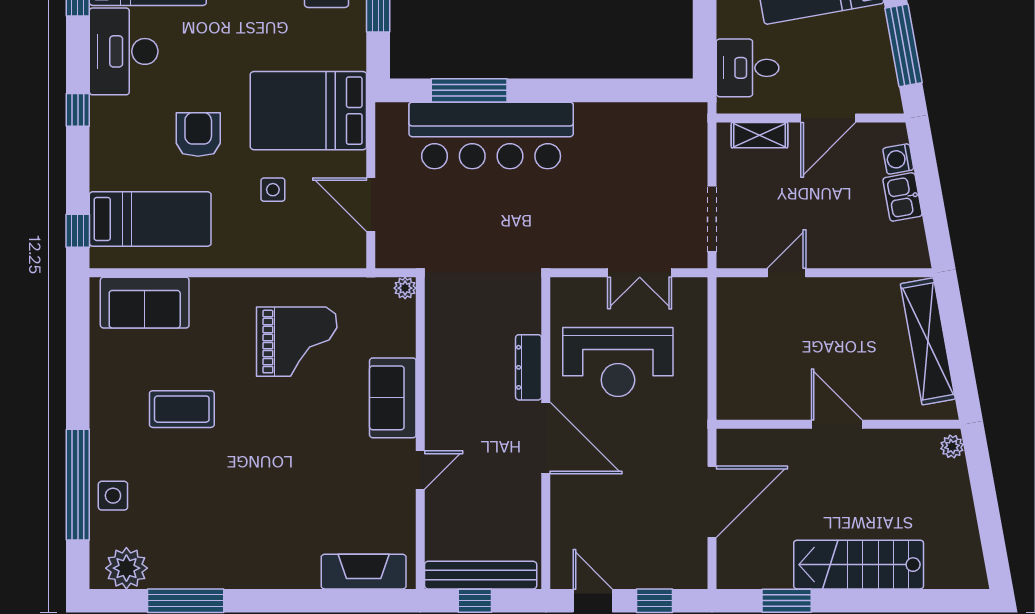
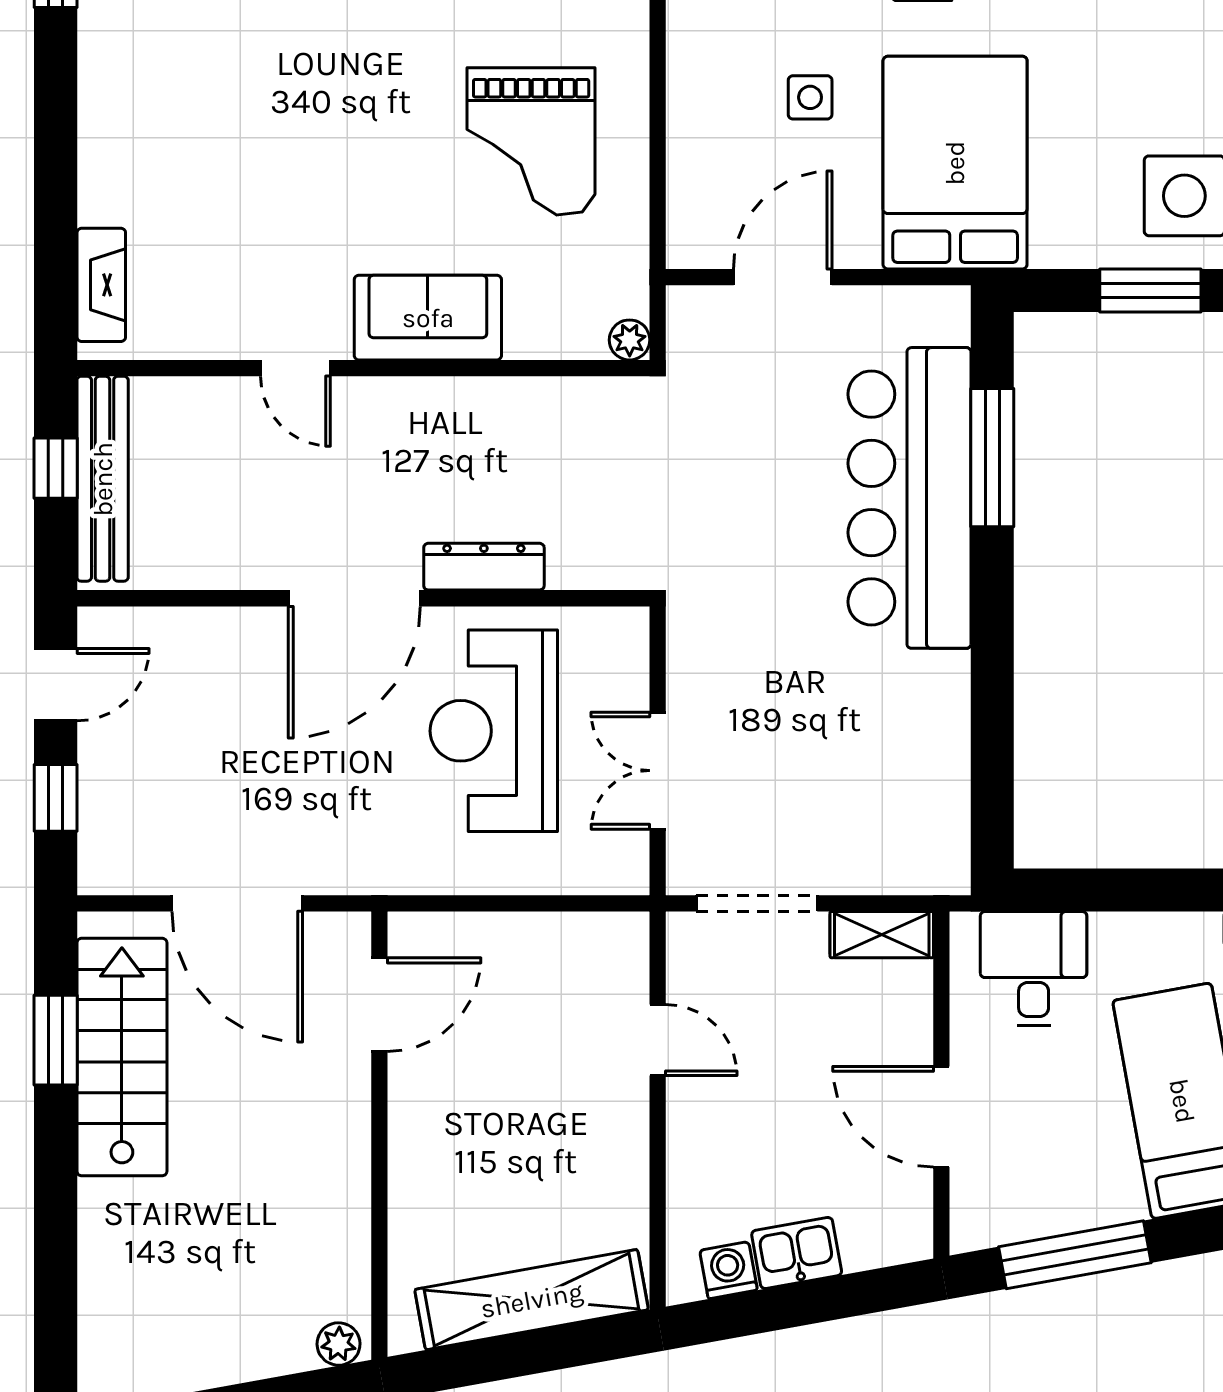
shelving: (760, 135) -> (882, 935), moved, turned 90
washing machine: (898, 159) -> (728, 1270), moved
door: (837, 424) -> (379, 1005), moved
stairs: (859, 565) -> (122, 1057), moved
fireplace: (364, 572) -> (101, 285), width x0.73, depth x0.76

